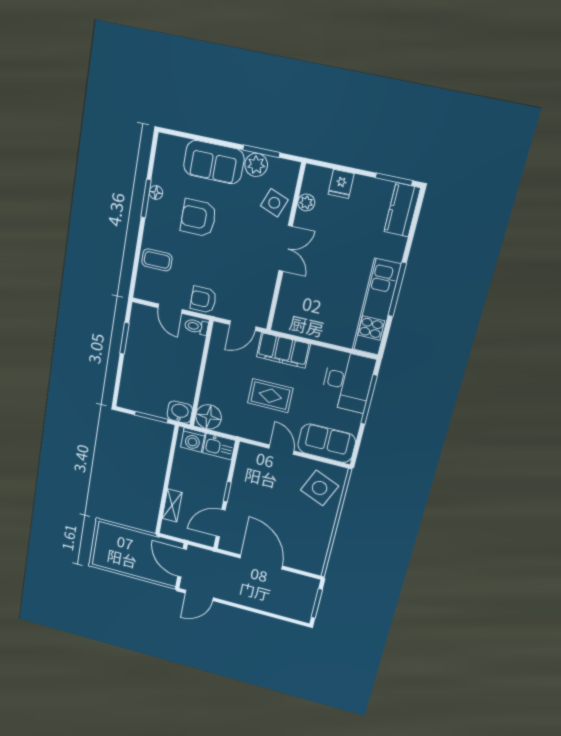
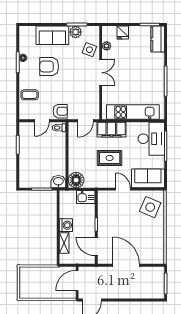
armchair: (203, 300) -> (60, 111), turned 180
kitchen unit: (376, 307) -> (133, 112), moved, turned 90
door: (170, 309) -> (42, 121), hinge flipped
washing machine: (193, 440) -> (66, 225), moved, turned -90
door: (221, 523) -> (96, 246), hinge flipped
door: (182, 563) -> (77, 280), hinge flipped

